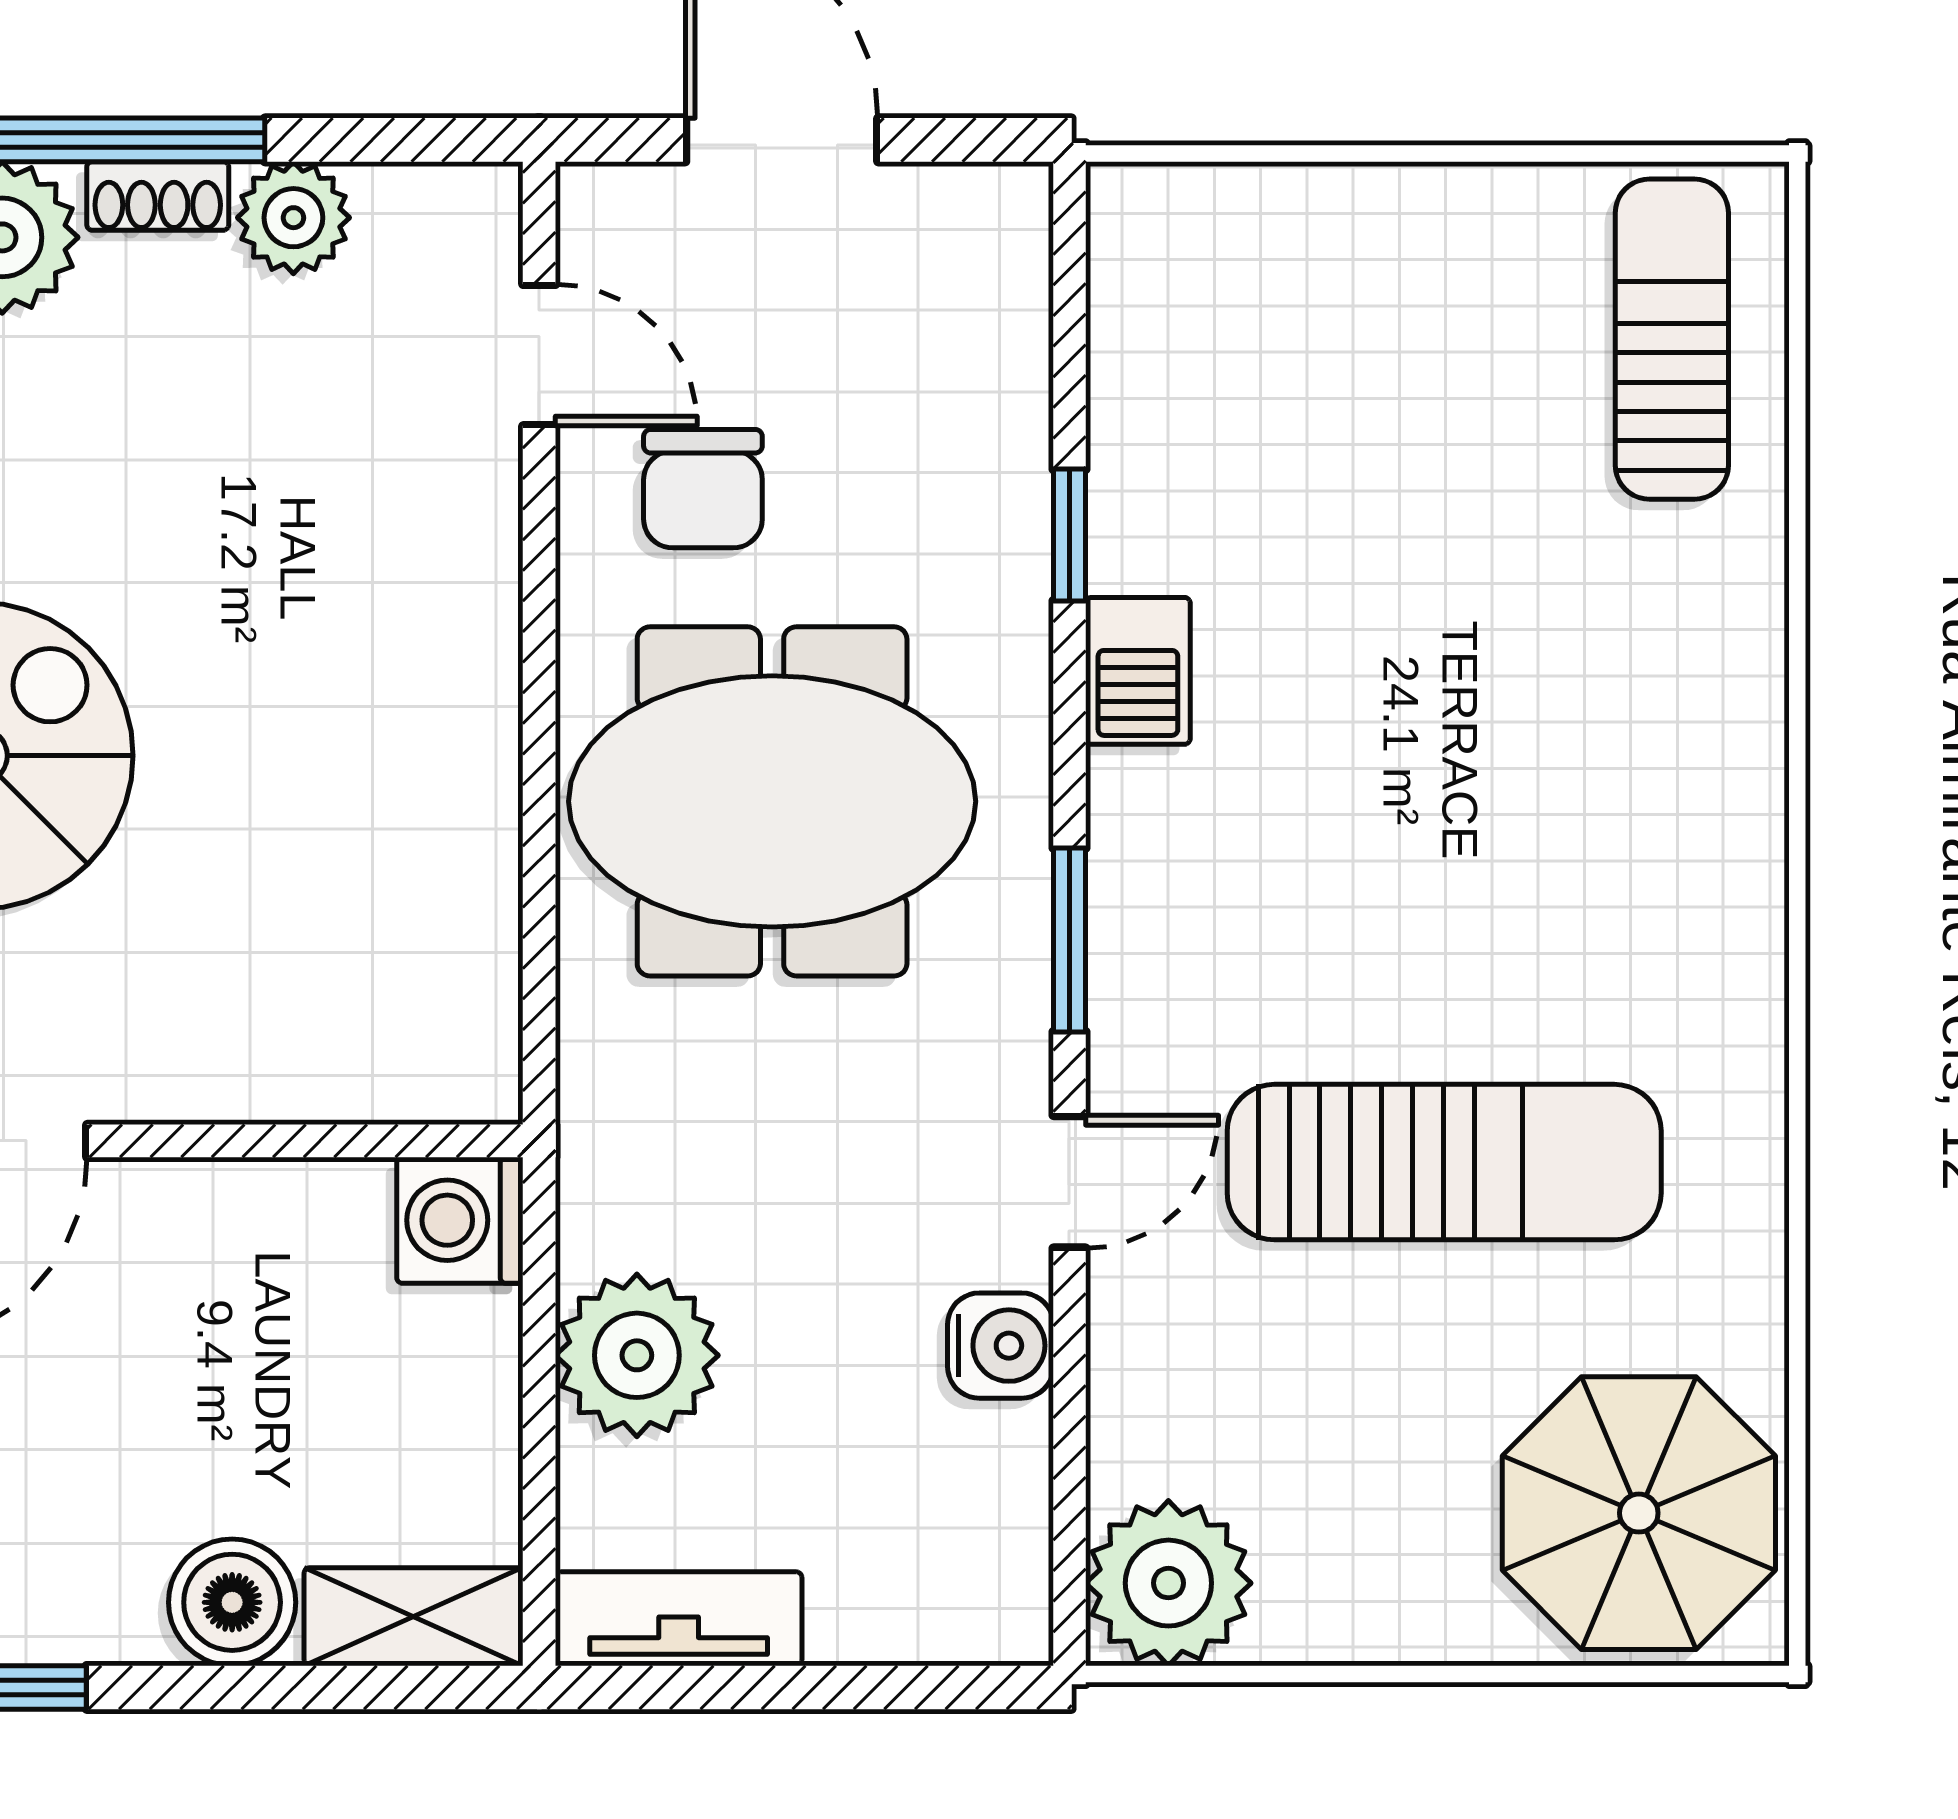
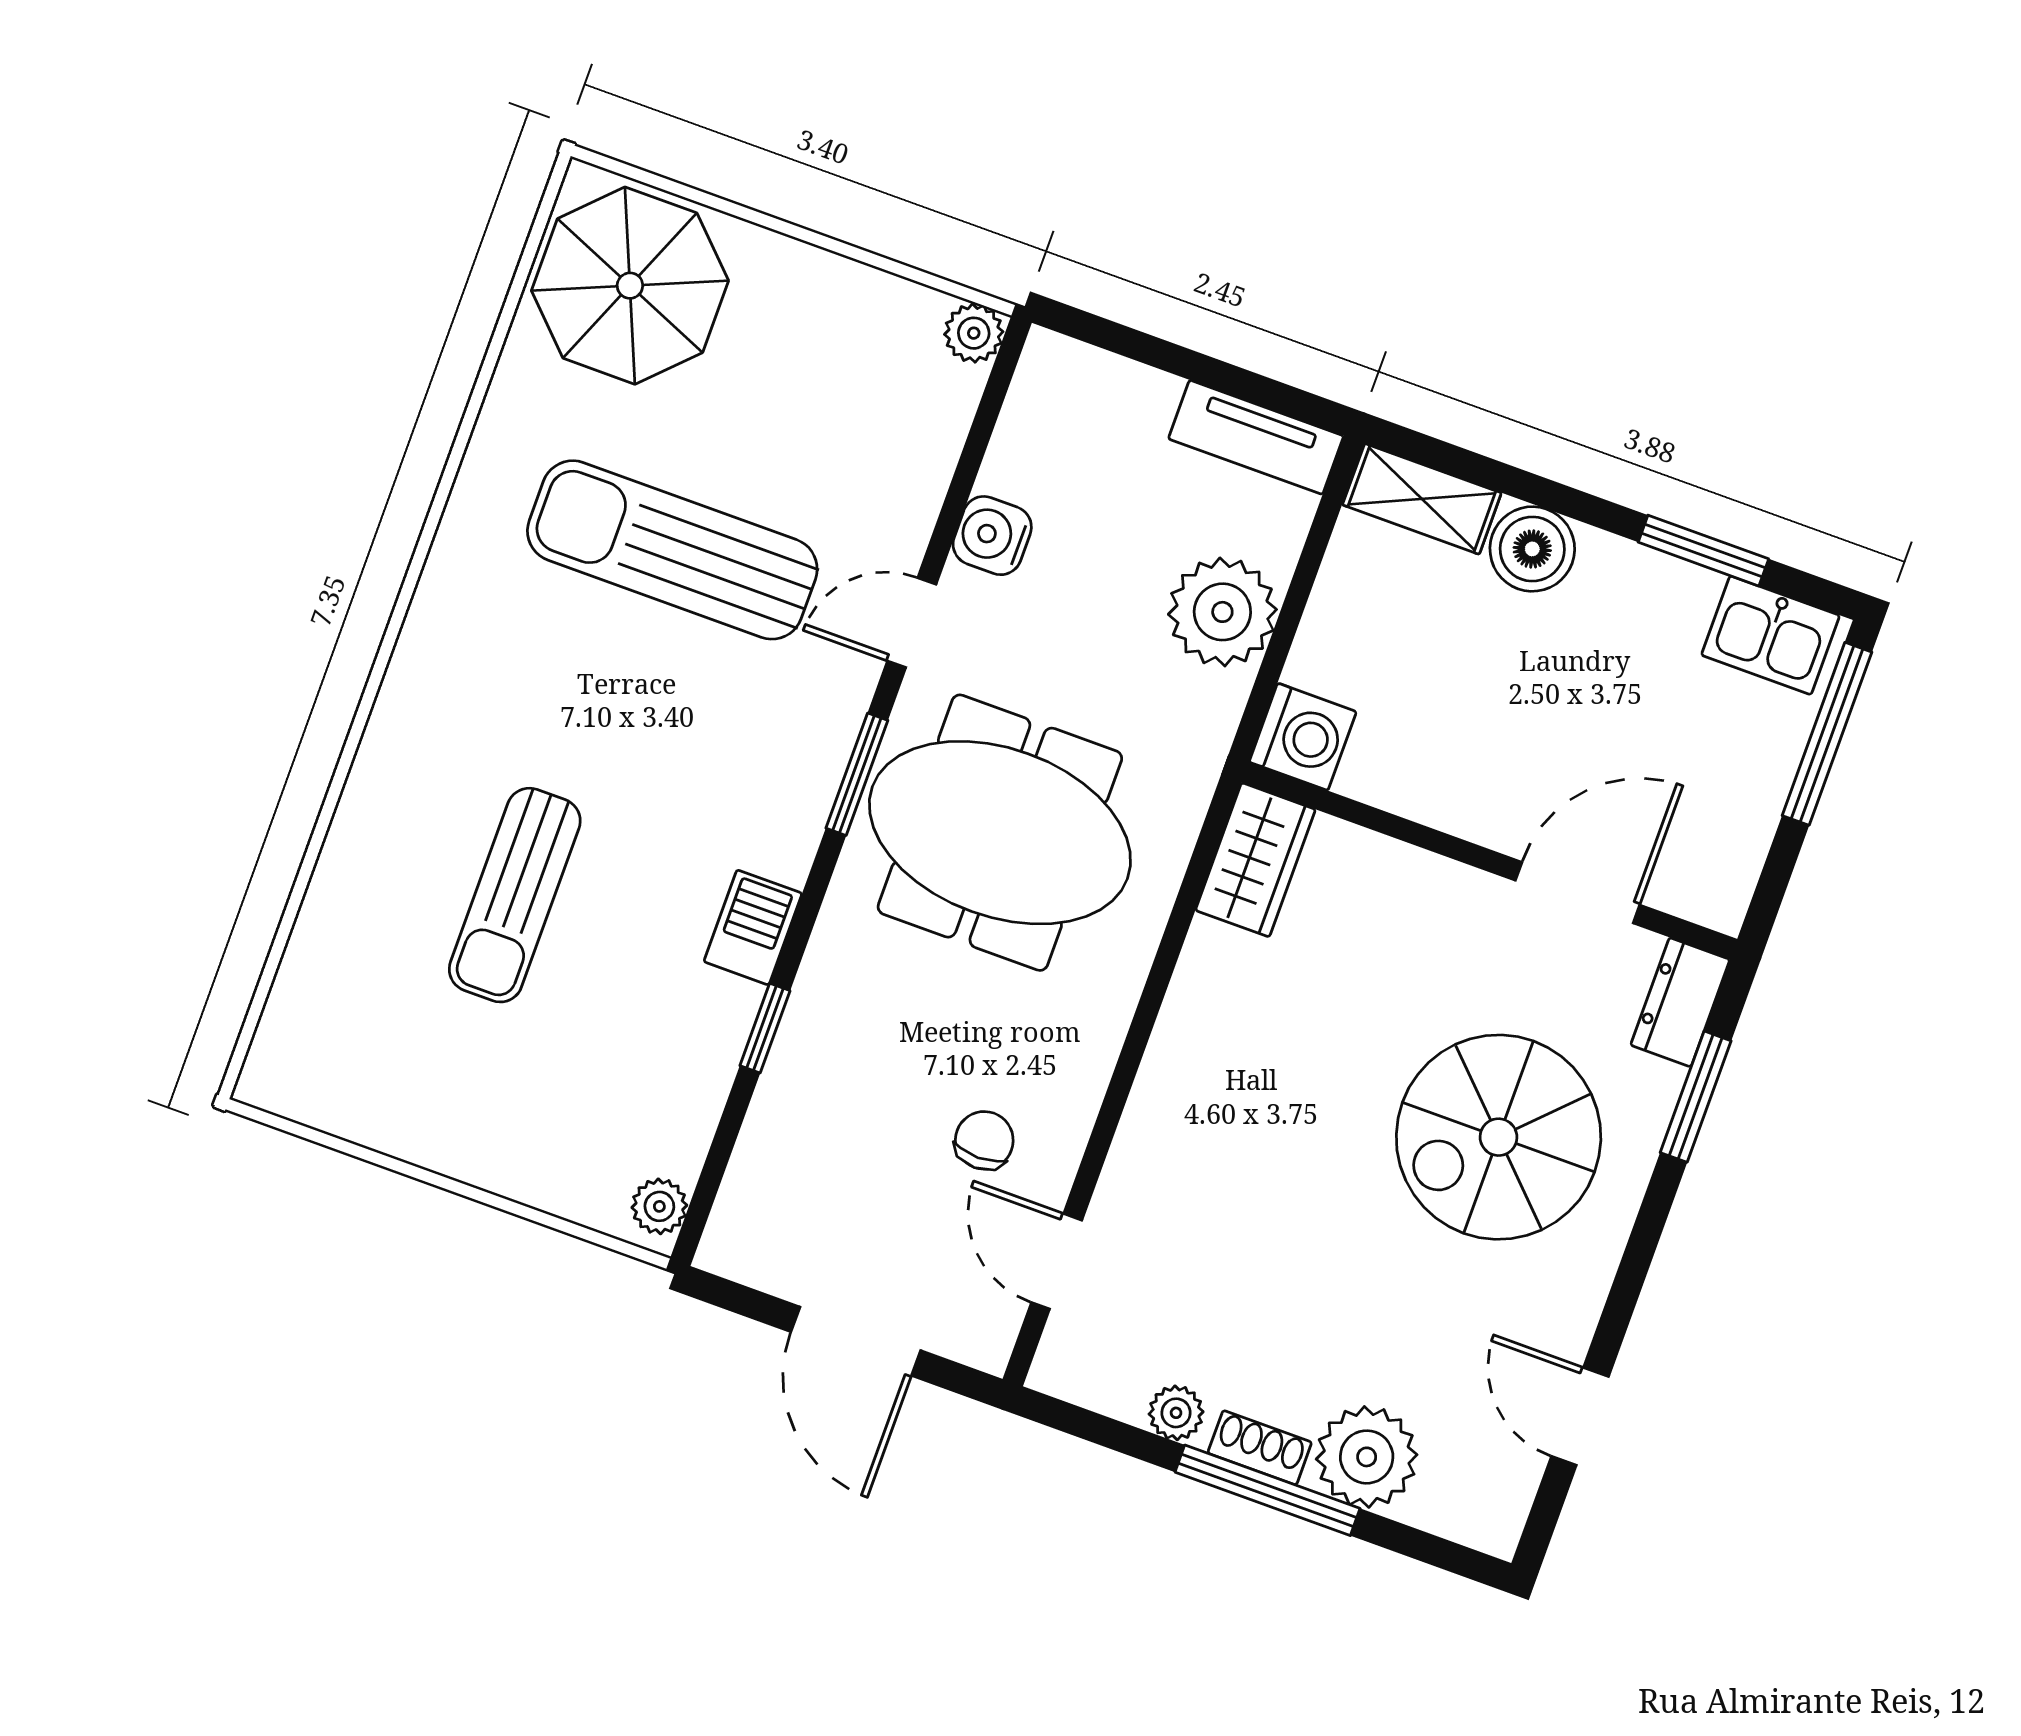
plant: (293, 218) -> (1176, 1413), width x0.73, depth x0.73
plant: (1127, 230) -> (659, 1206), added
sun lounger: (1672, 339) -> (515, 895), moved
chair: (703, 489) -> (984, 1140), width x0.73, depth x0.73
meeting table: (772, 801) -> (1000, 833), moved
wardrobe: (464, 1023) -> (1255, 860), added
plant: (1168, 1583) -> (974, 333), width x0.53, depth x0.53

